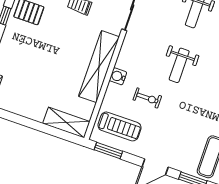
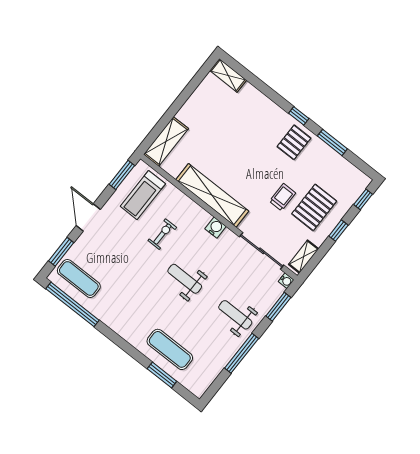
water cooler: (118, 76) -> (216, 227), moved
exercise bike: (147, 98) -> (162, 234), turned 180

